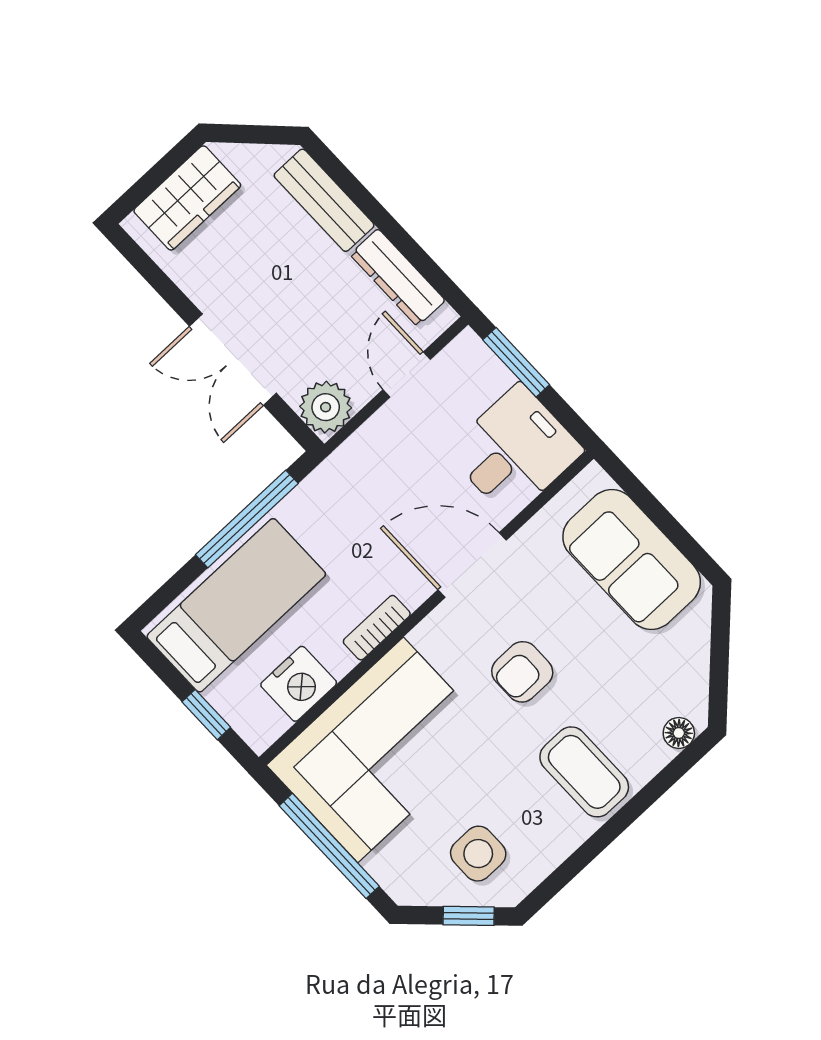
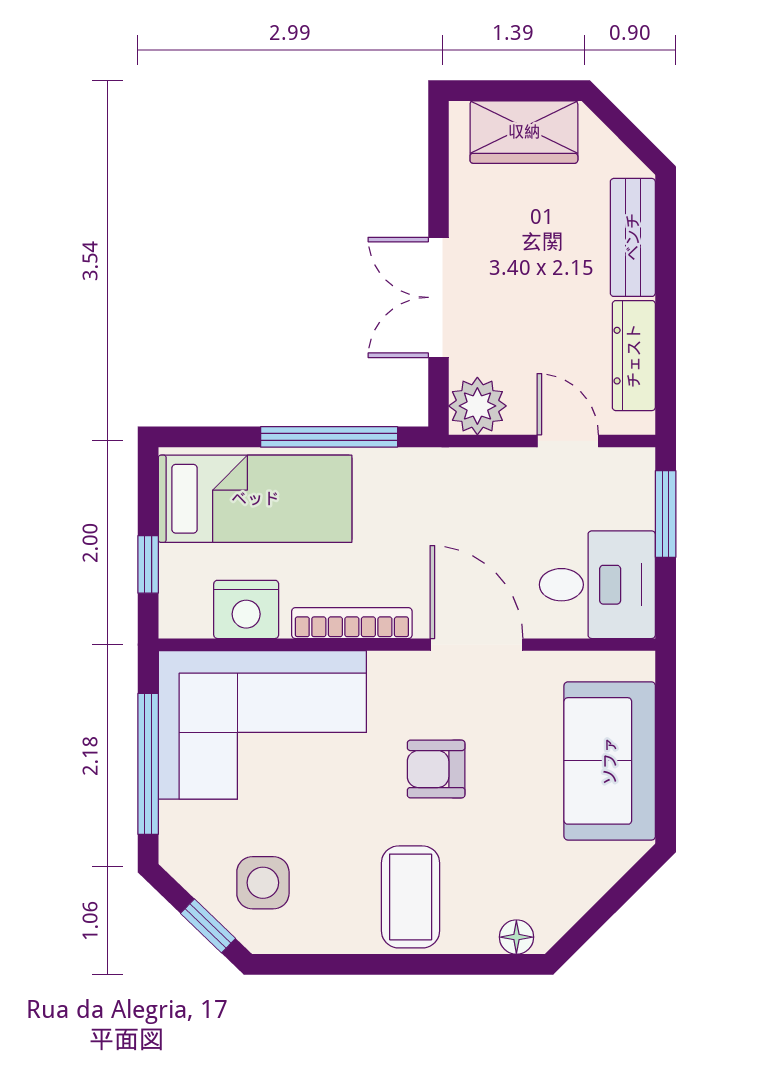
door: (407, 374) -> (568, 441), hinge flipped
bookcase: (377, 628) -> (352, 623), width x1.56

